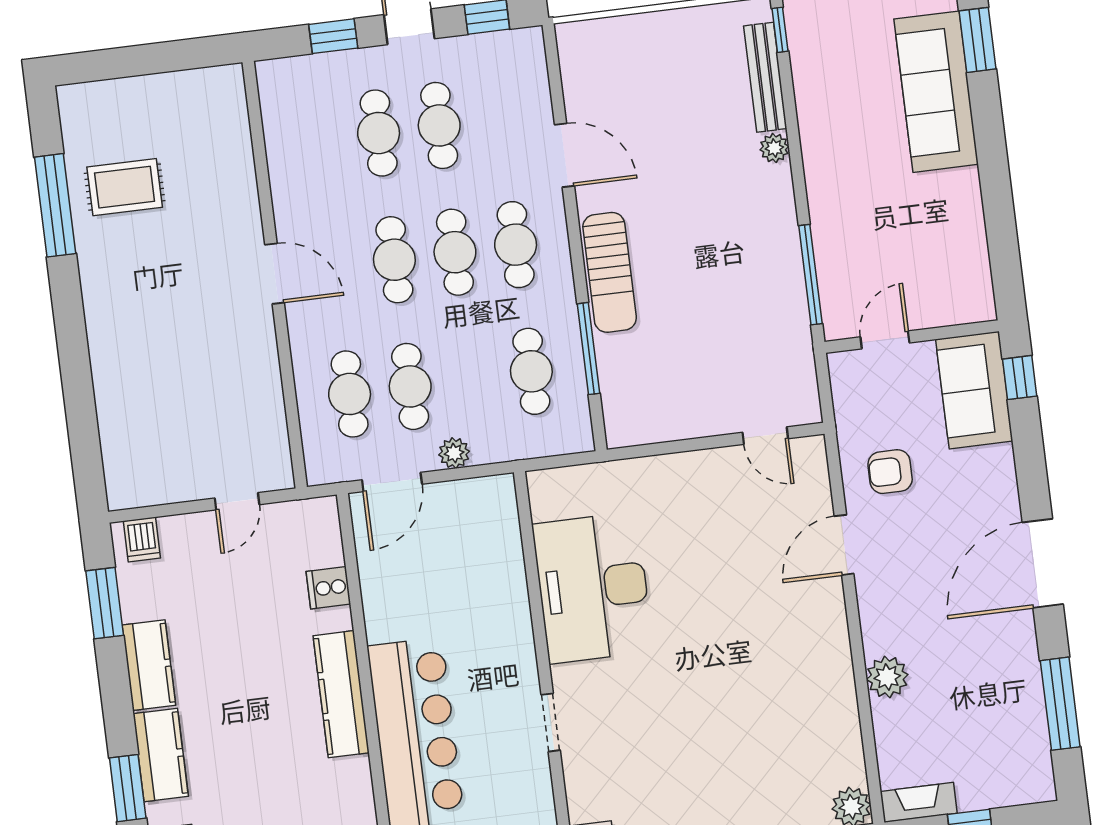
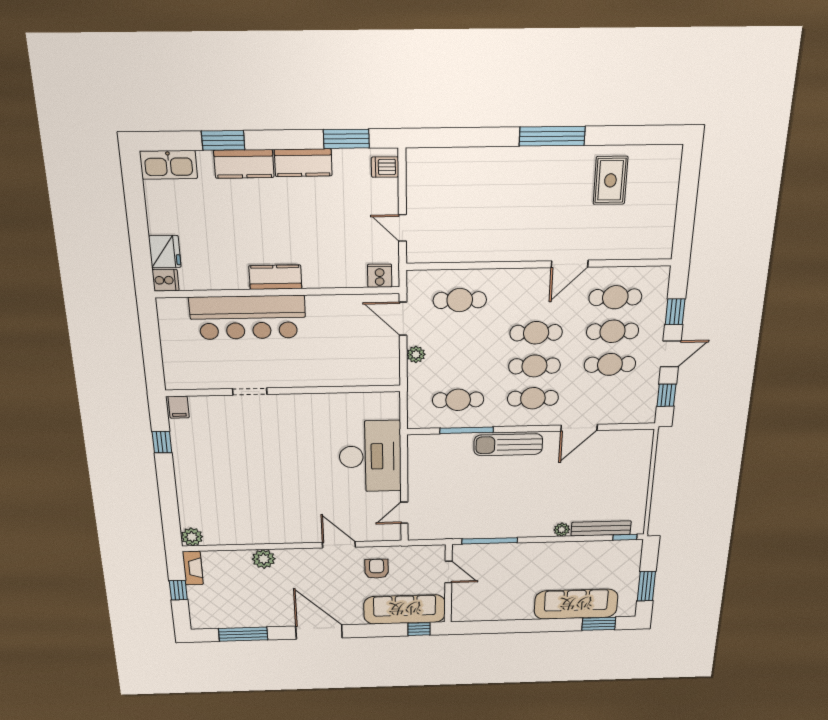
window: (55, 205) -> (552, 136), moved
door: (275, 274) -> (570, 264), moved
cafe table: (410, 386) -> (615, 297), moved
sofa: (974, 390) -> (405, 609), width x1.36
cooker: (328, 588) -> (380, 276), moved
desk: (593, 588) -> (370, 457), moved, turned 90
kitchen counter: (341, 694) -> (275, 277), width x0.67

